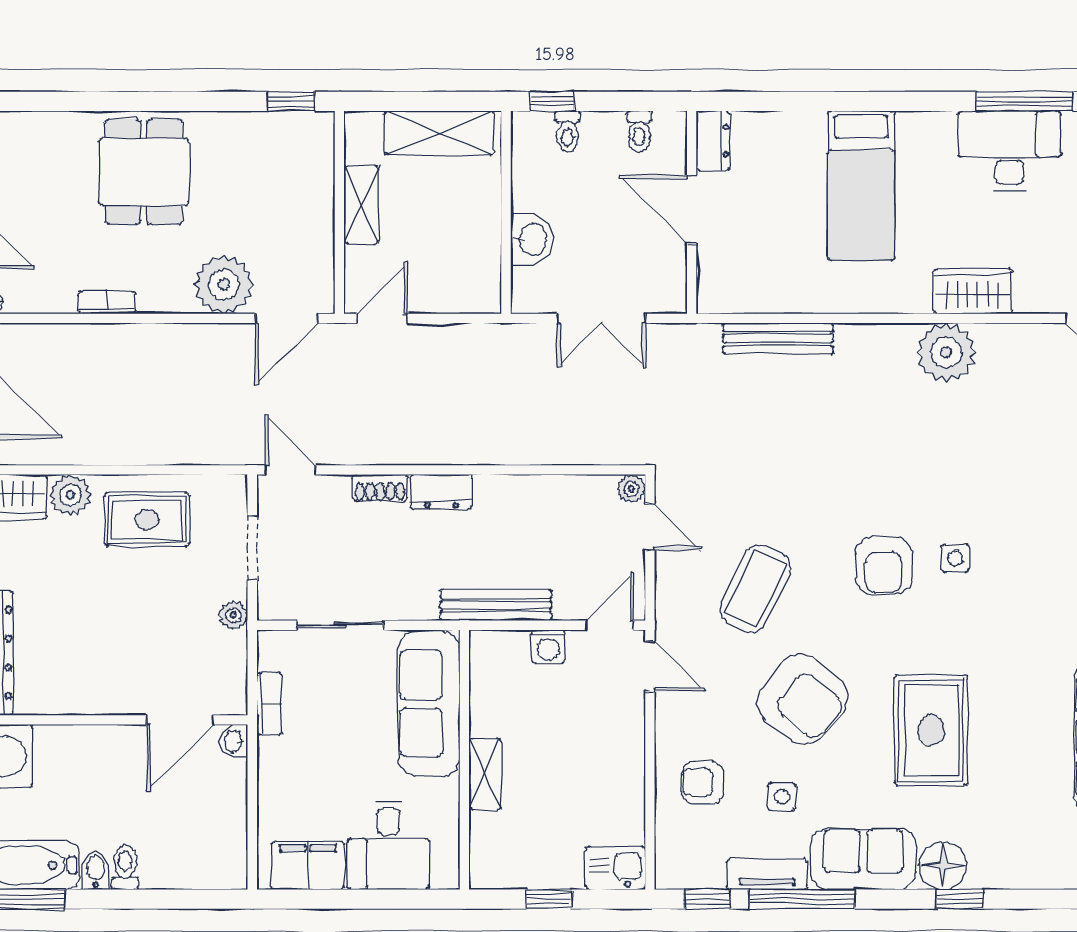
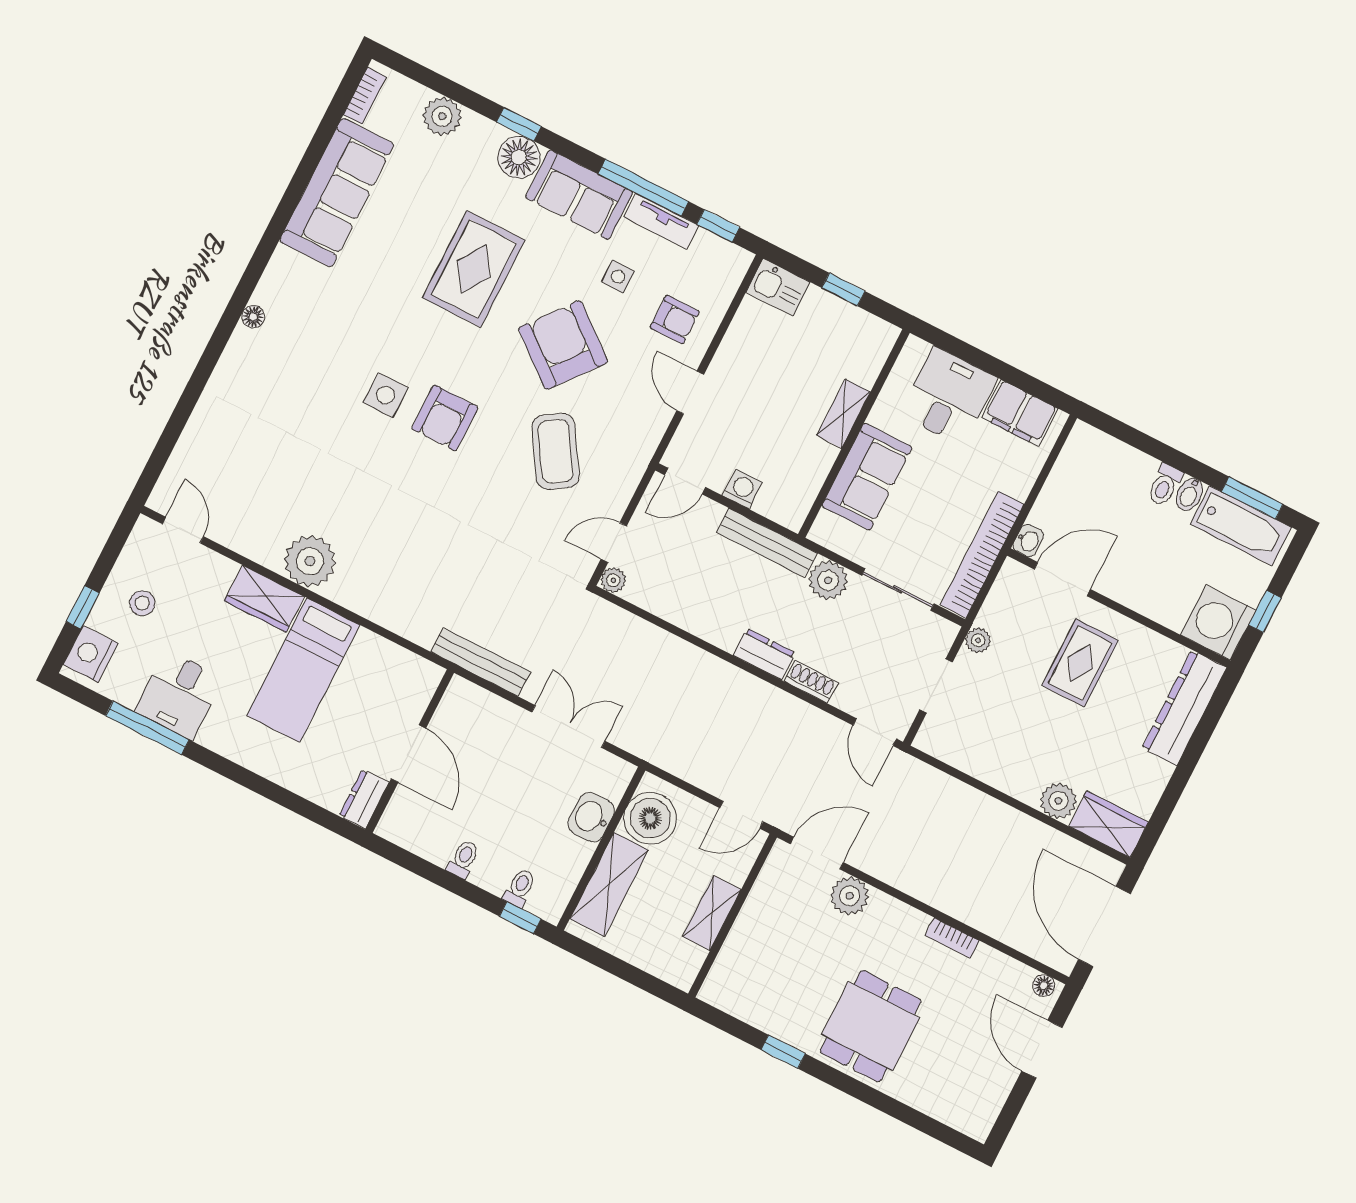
window: (291, 101) -> (783, 1052), moved
shelving: (439, 133) -> (609, 884), moved, turned 90
dresser: (713, 141) -> (364, 799), moved
desk: (1009, 151) -> (179, 695), width x0.73
bed: (861, 186) -> (303, 670), moved, turned 180
door: (692, 209) -> (408, 754), moved
wall: (692, 212) -> (410, 751), moved
boiler: (472, 268) -> (650, 818), added
plant: (224, 284) -> (850, 896), width x0.73, depth x0.73
bench: (778, 338) -> (481, 662), moved
rug: (147, 519) -> (1080, 663), moved, turned 90
door: (650, 527) -> (614, 543), hinge flipped
side table: (955, 558) -> (386, 395), width x1.37, depth x1.37
armchair: (884, 566) -> (445, 418), turned 180
coffee table: (755, 589) -> (555, 451), turned -58
plant: (415, 599) -> (828, 580), added
door: (650, 666) -> (690, 393), moved
bookcase: (269, 704) -> (982, 555), width x2.31, depth x1.31
sofa: (429, 704) -> (867, 477), width x0.73
plant: (1041, 868) -> (442, 116), added

